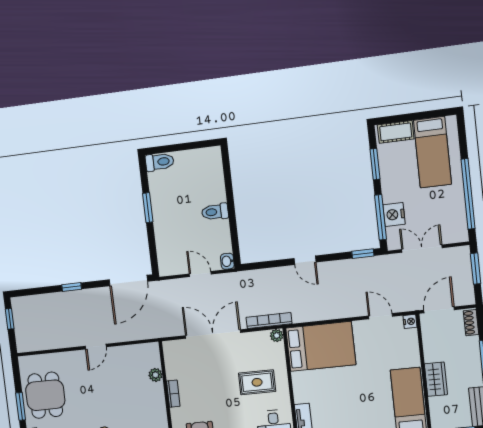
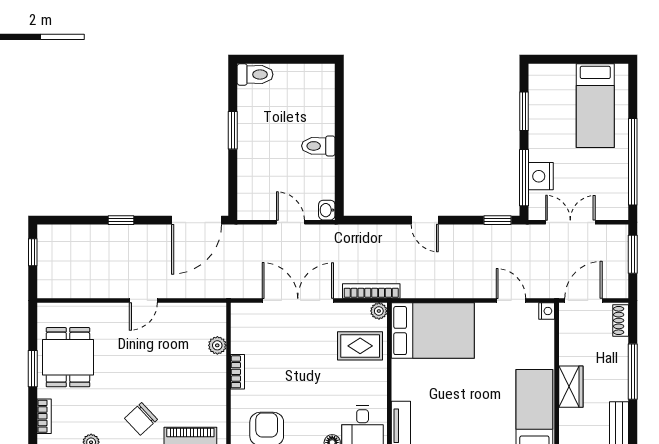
cot: (396, 132) -> (553, 75), removed
rug: (257, 382) -> (360, 346), moved

